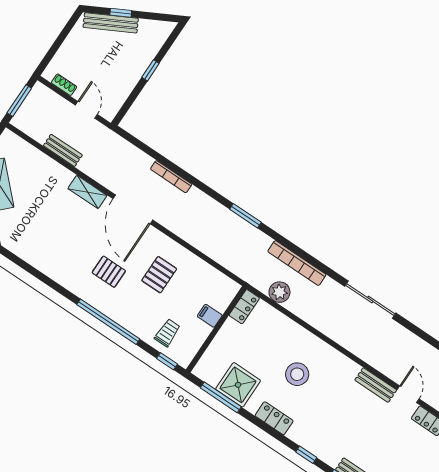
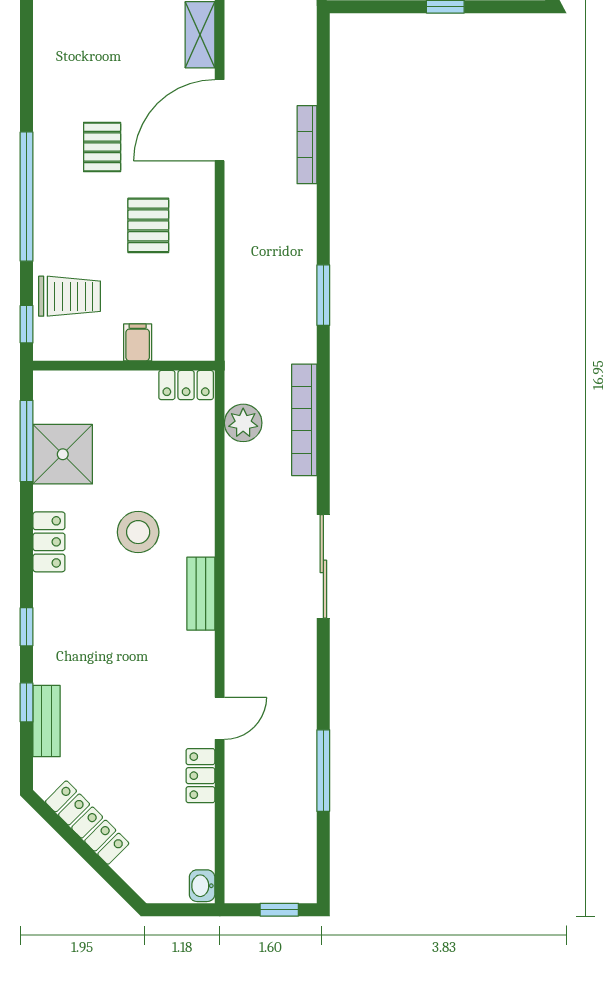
pallet: (159, 275) -> (148, 225), turned 90
trolley: (167, 333) -> (70, 296), width x1.36, depth x1.39
bench: (376, 385) -> (201, 594), moved

